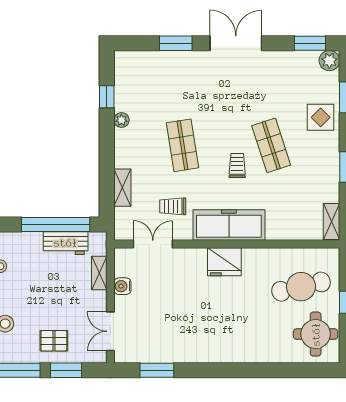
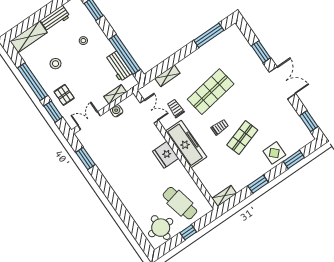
plant: (329, 61) -> (307, 137), removed
window: (107, 97) -> (209, 35), width x2.17
plant: (121, 120) -> (202, 51), removed
shop shelf: (182, 145) -> (211, 92), width x1.43, depth x1.36

